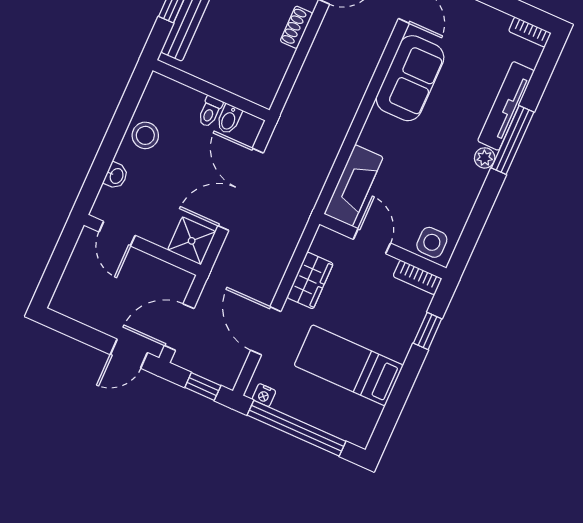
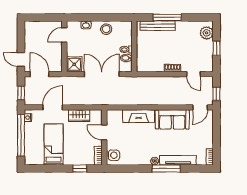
fireplace: (354, 185) -> (139, 116), moved
door: (372, 241) -> (104, 132), swing flipped

